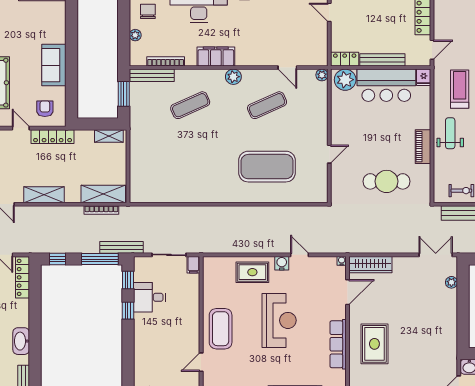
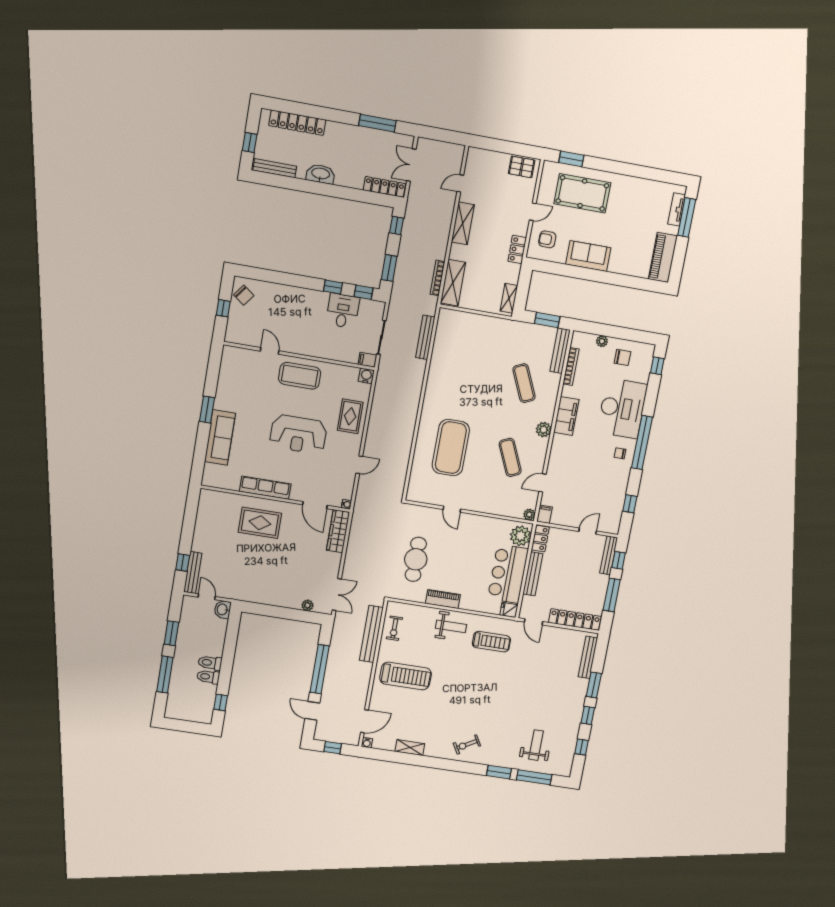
filing cabinet: (319, 60) -> (544, 514), added
armchair: (45, 109) -> (547, 239), turned 180
locker: (53, 137) -> (517, 249), width x0.66
bench: (122, 247) -> (425, 337), moved
window: (100, 259) -> (389, 268), width x0.69
water cooler: (282, 263) -> (366, 376), moved, turned -90

